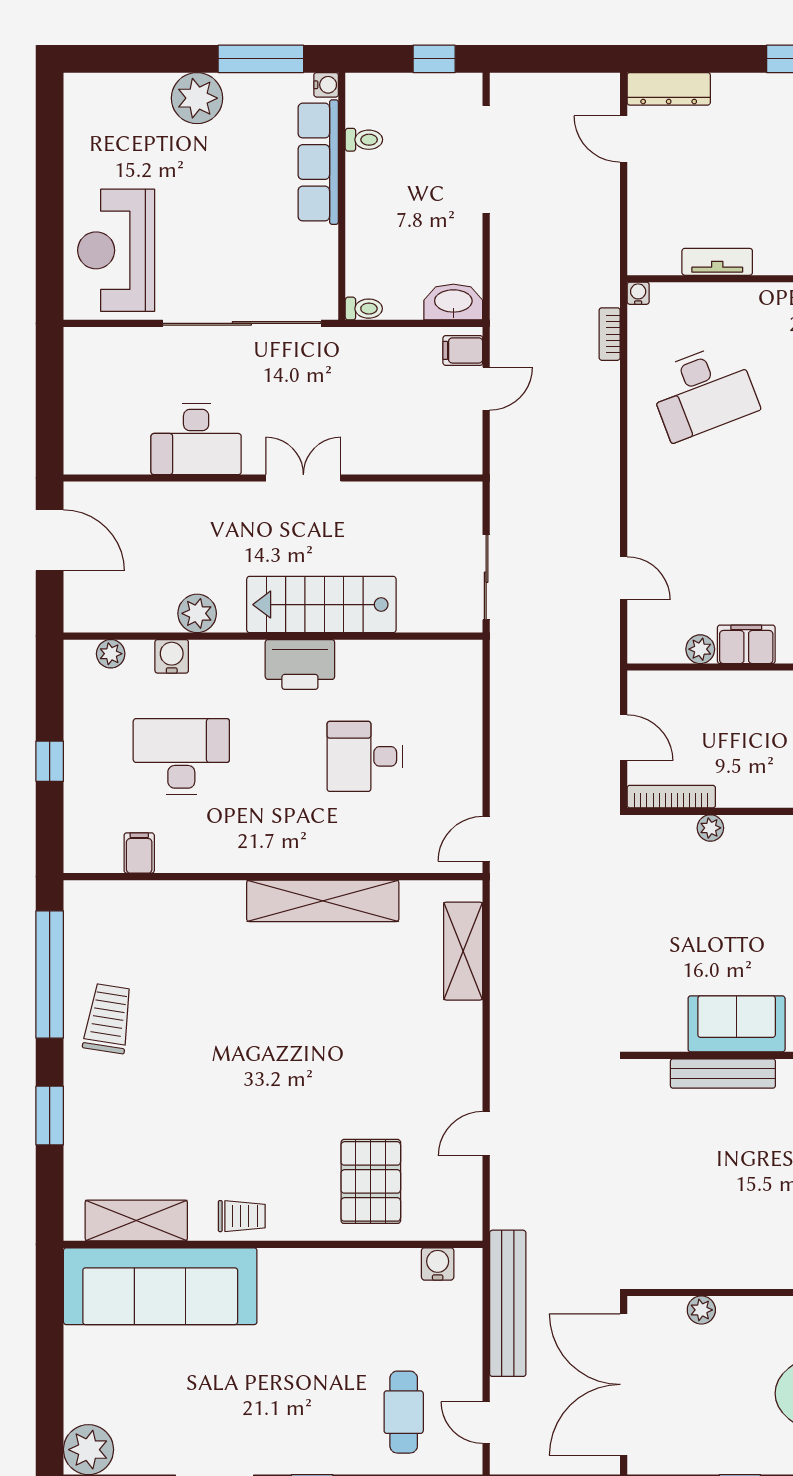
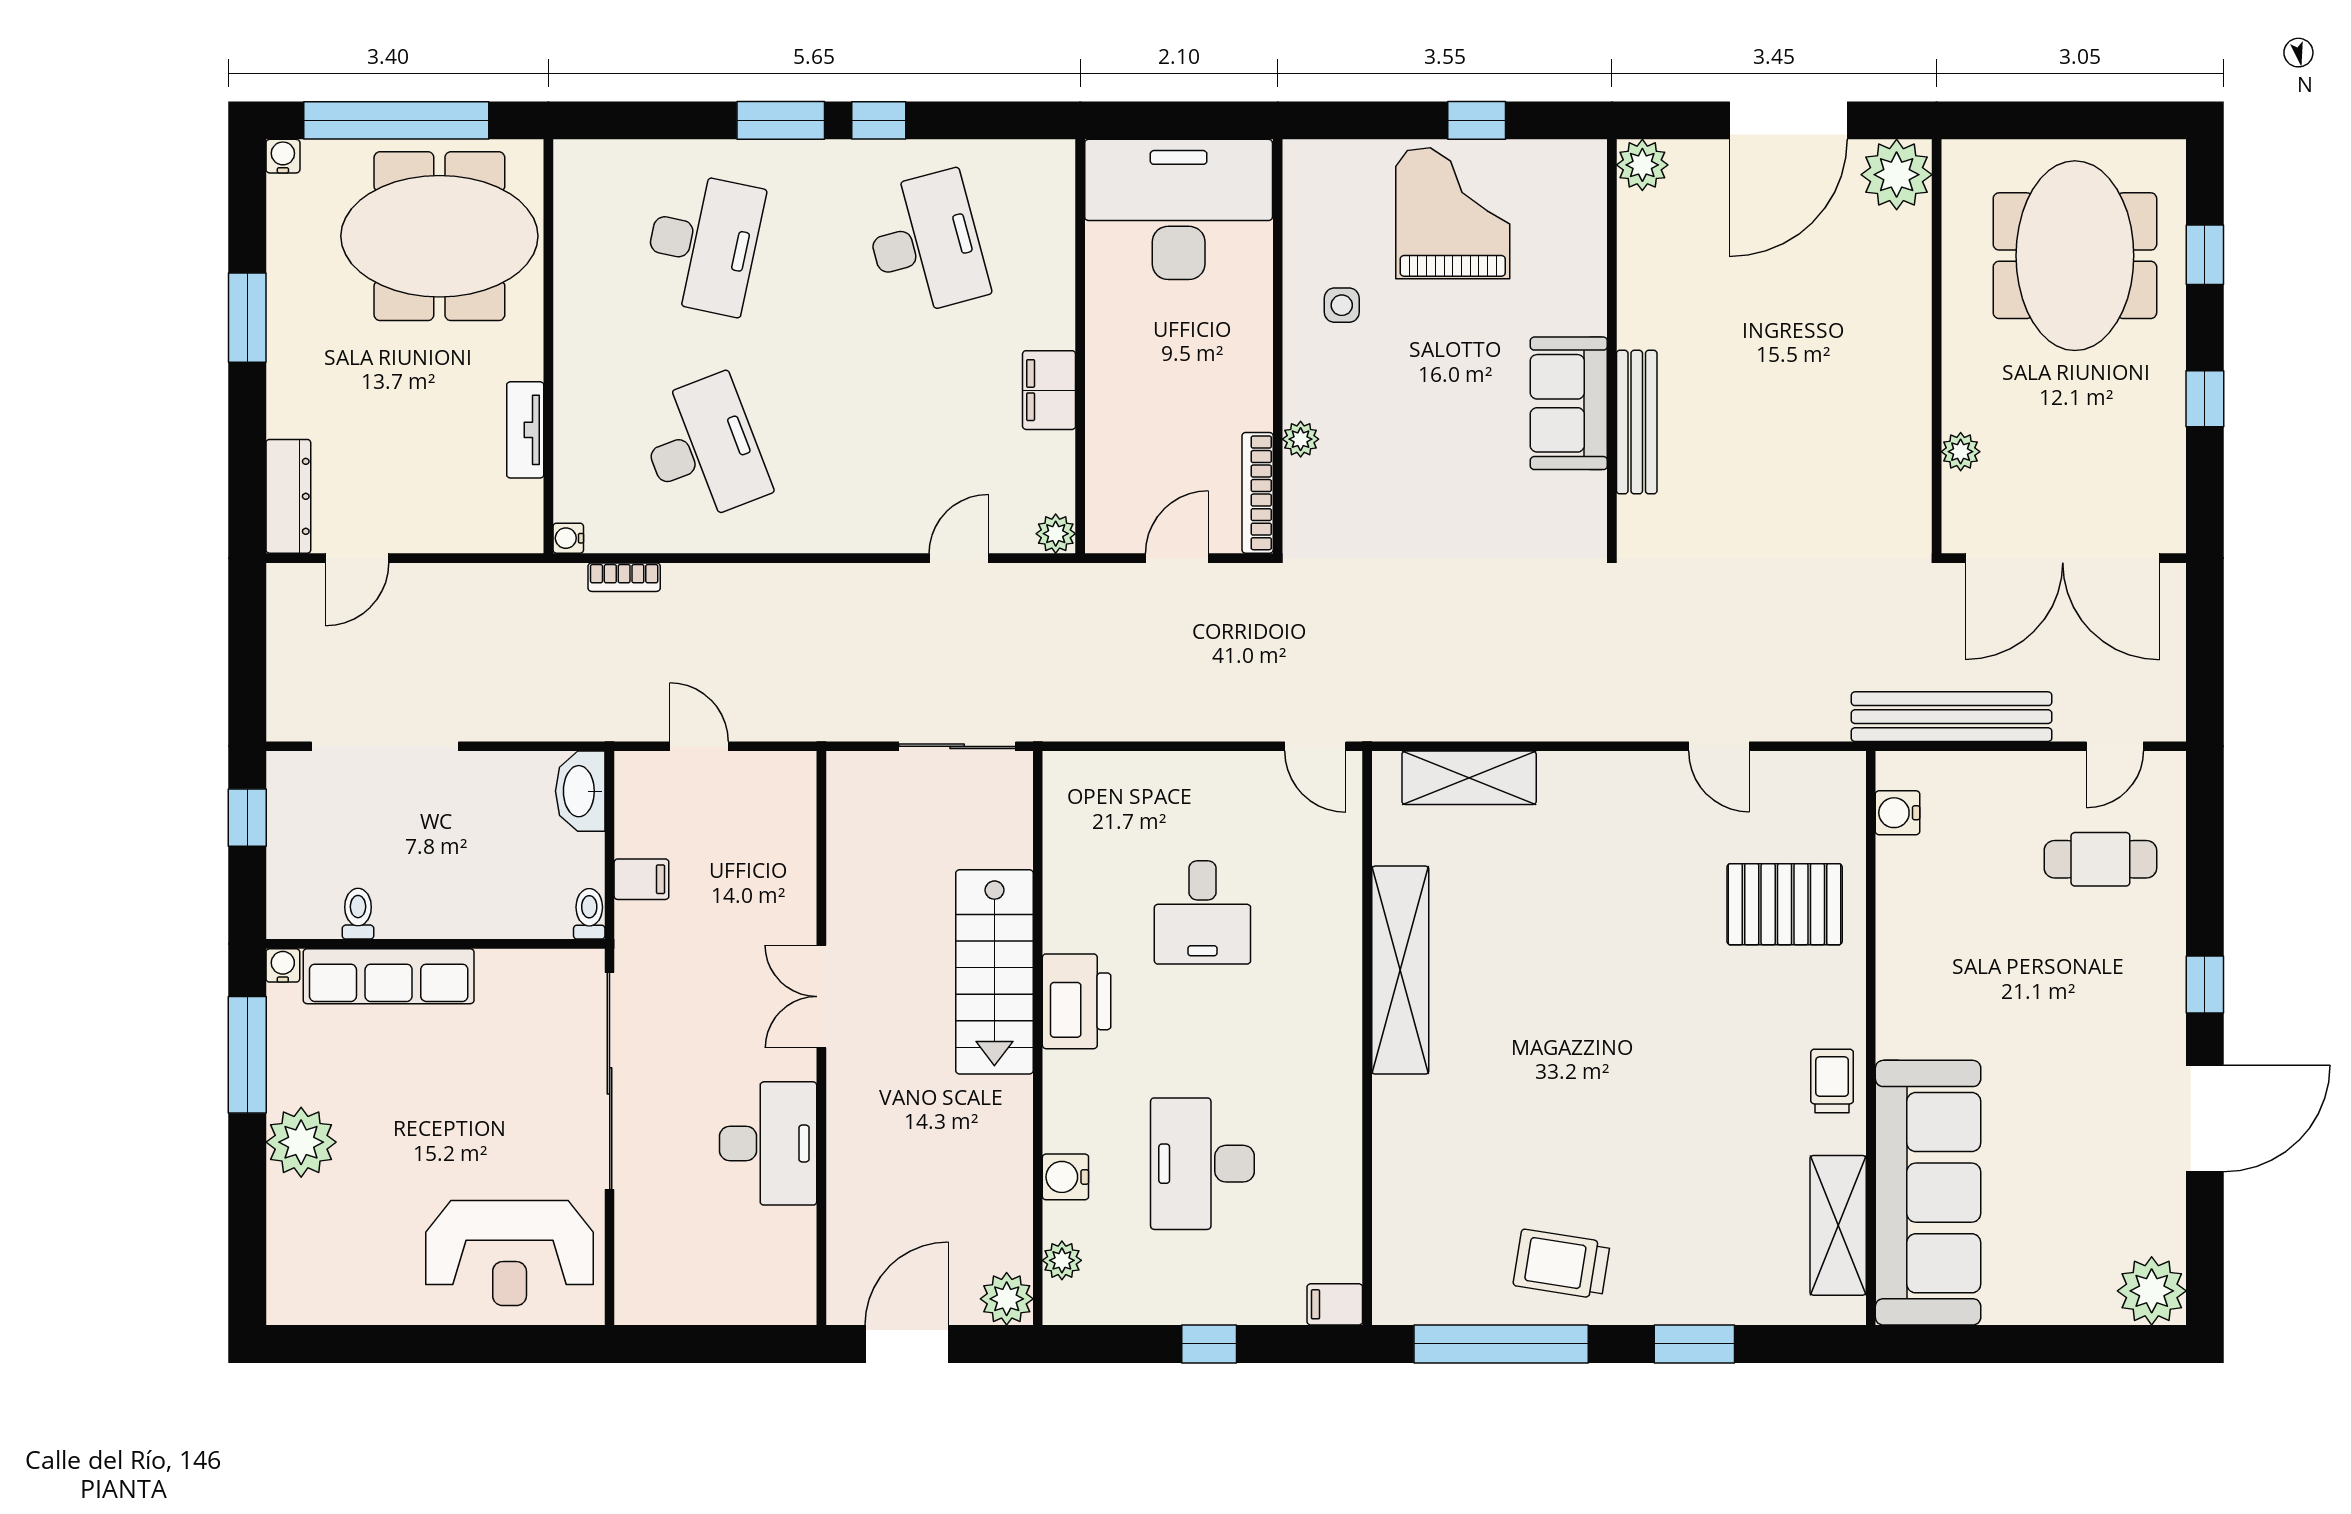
filing cabinet: (463, 350) -> (641, 879), moved, turned -90
plant: (197, 613) -> (1007, 1299), moved
plant: (700, 649) -> (1056, 534), moved
filing cabinet: (139, 853) -> (1335, 1304), moved

